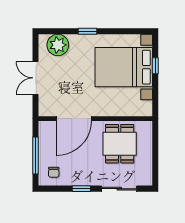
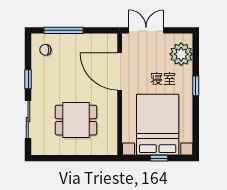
door: (74, 119) -> (120, 71), moved
wall: (95, 119) -> (120, 94), moved

